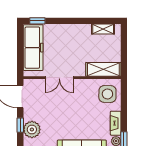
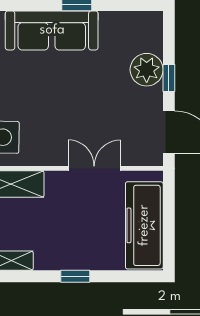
window: (37, 21) -> (75, 276), moved

